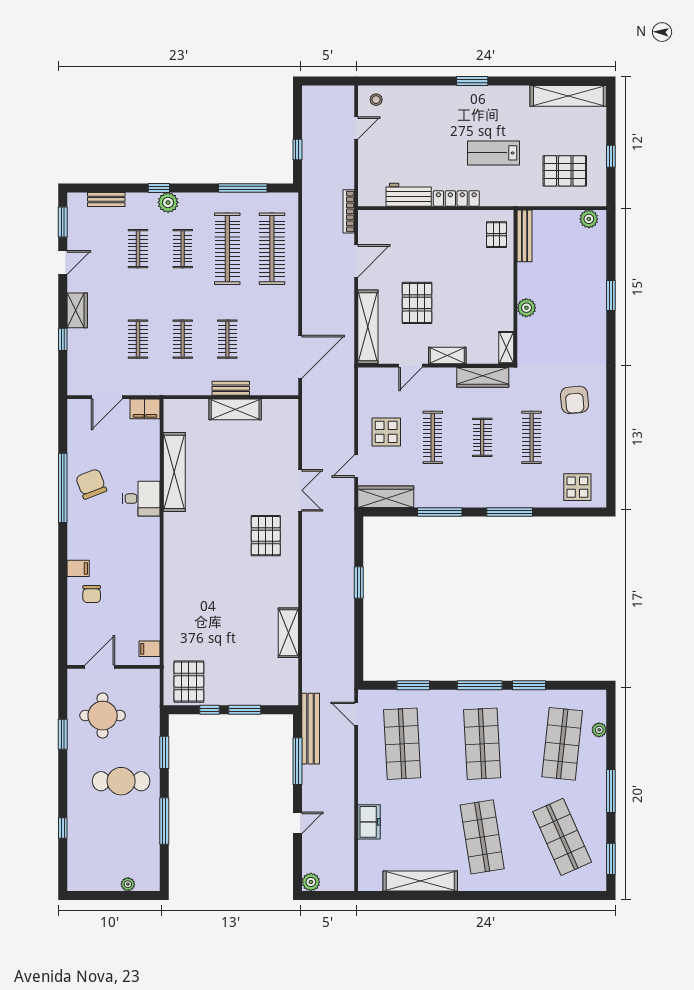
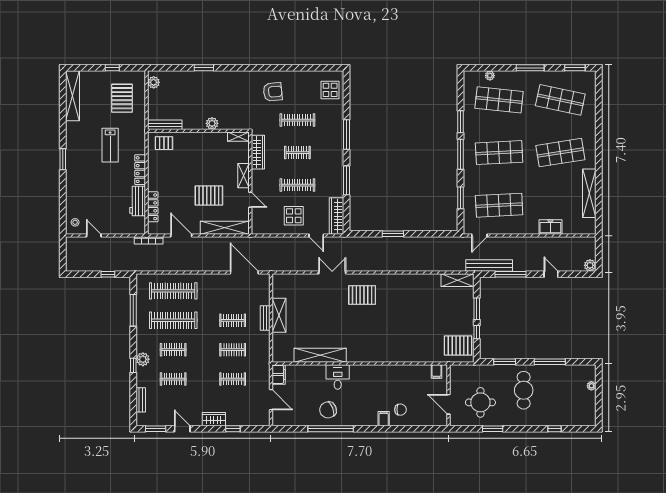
locker: (400, 218) -> (153, 207), added
shelving: (288, 633) -> (457, 280), moved
shop shelf: (562, 837) -> (560, 100), turned 36

